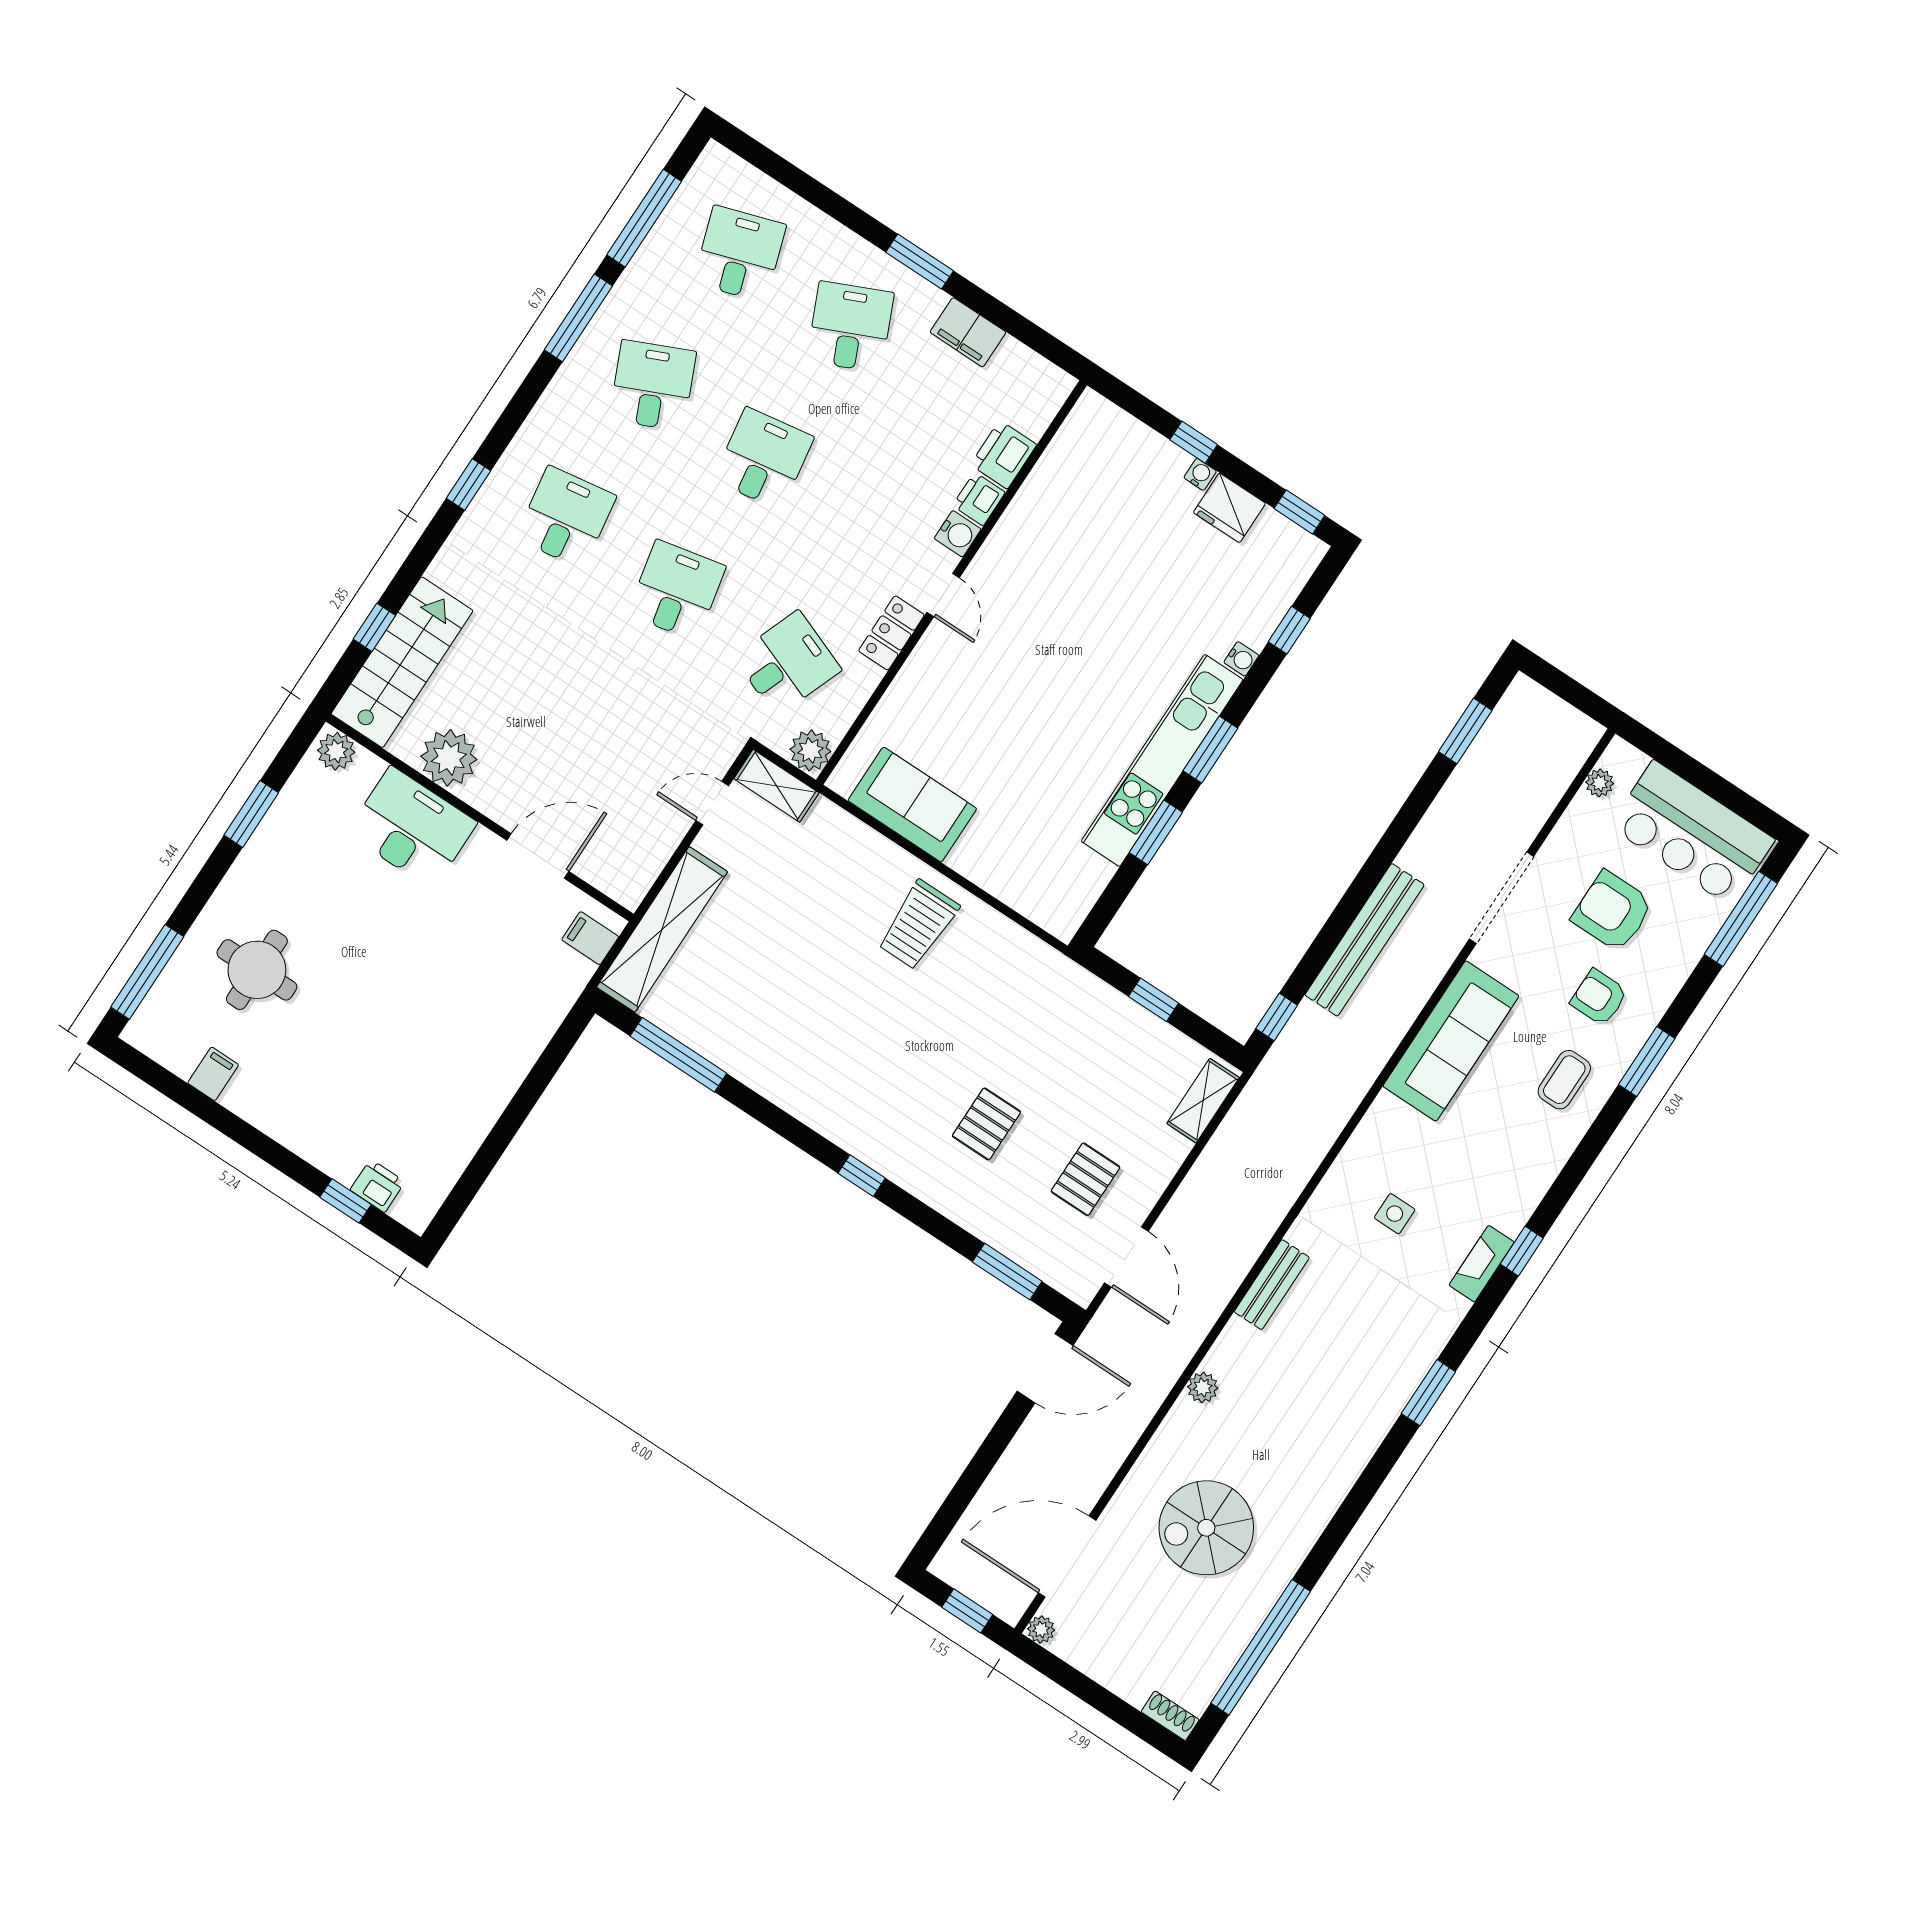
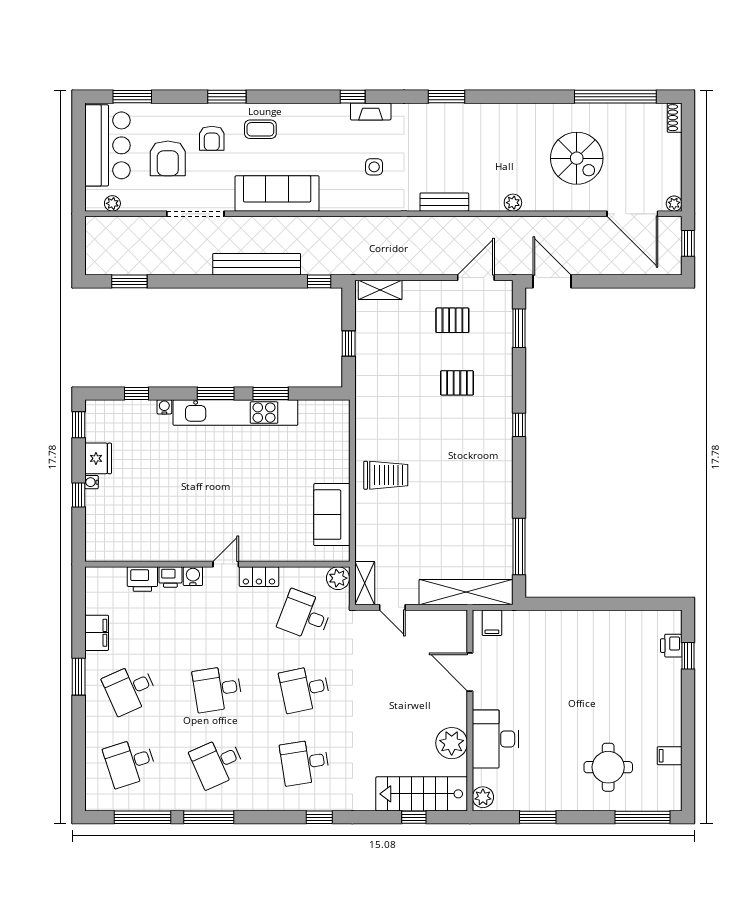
window: (1741, 919) -> (132, 97), width x0.69

